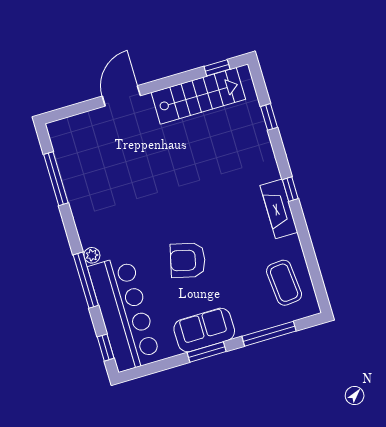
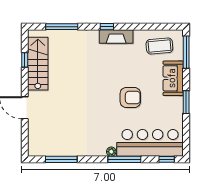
window: (217, 68) -> (25, 60), moved
window: (269, 117) -> (62, 27), width x2.17
armchair: (188, 260) -> (130, 97), turned -104
sofa: (204, 330) -> (173, 78), moved
window: (269, 334) -> (186, 52), moved

